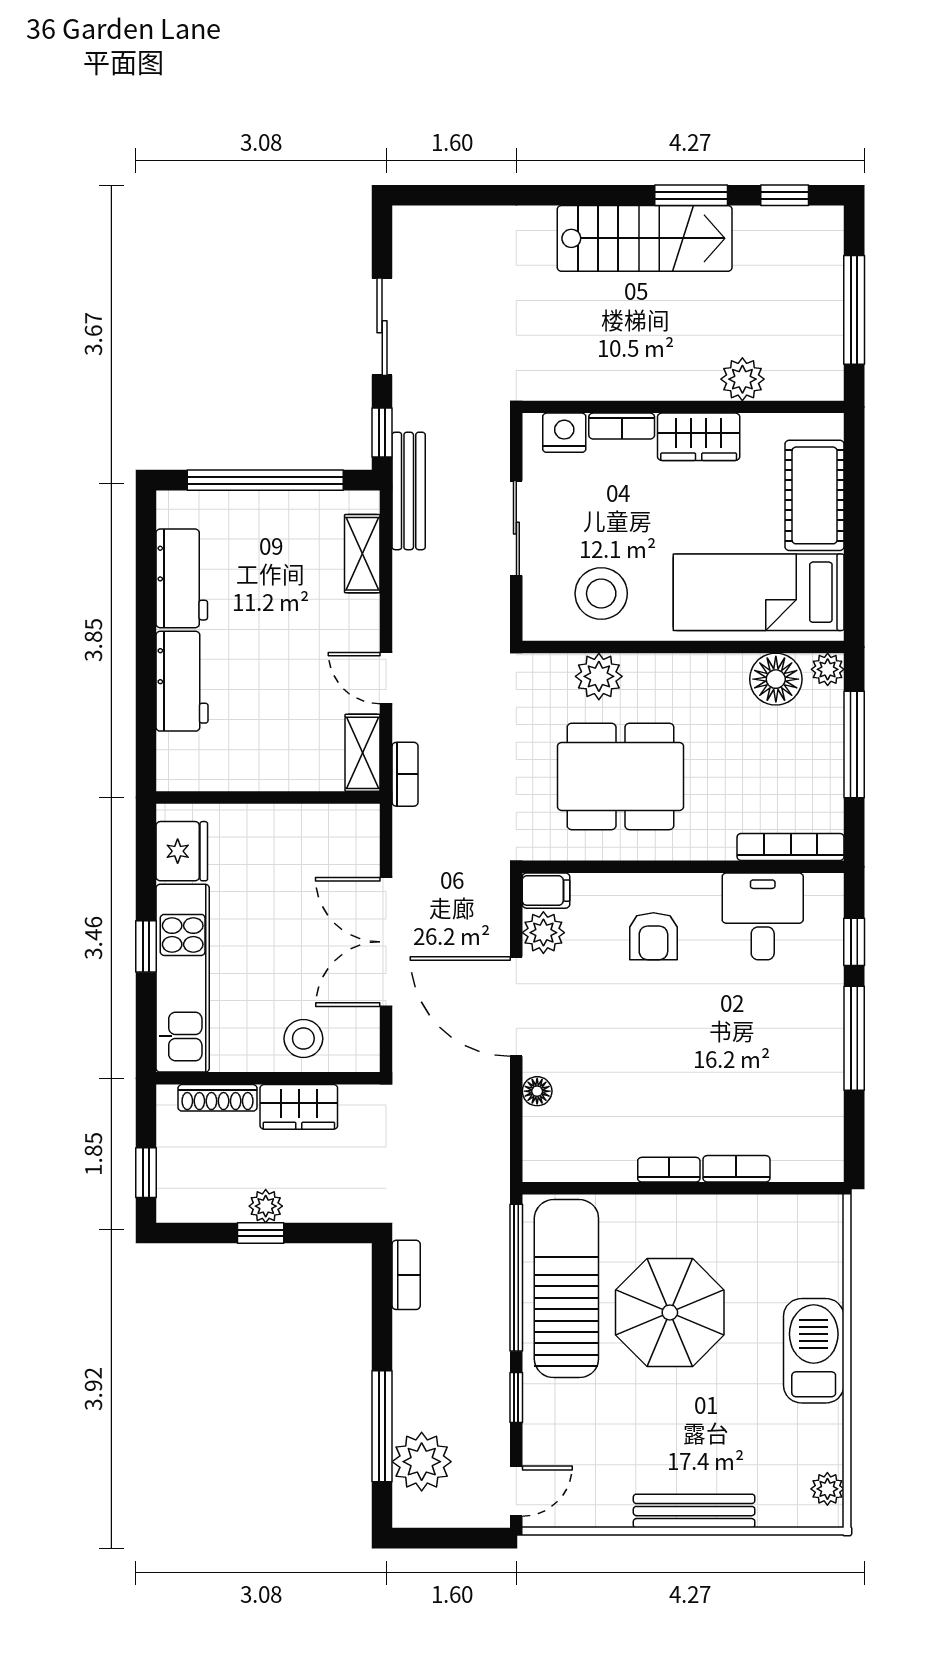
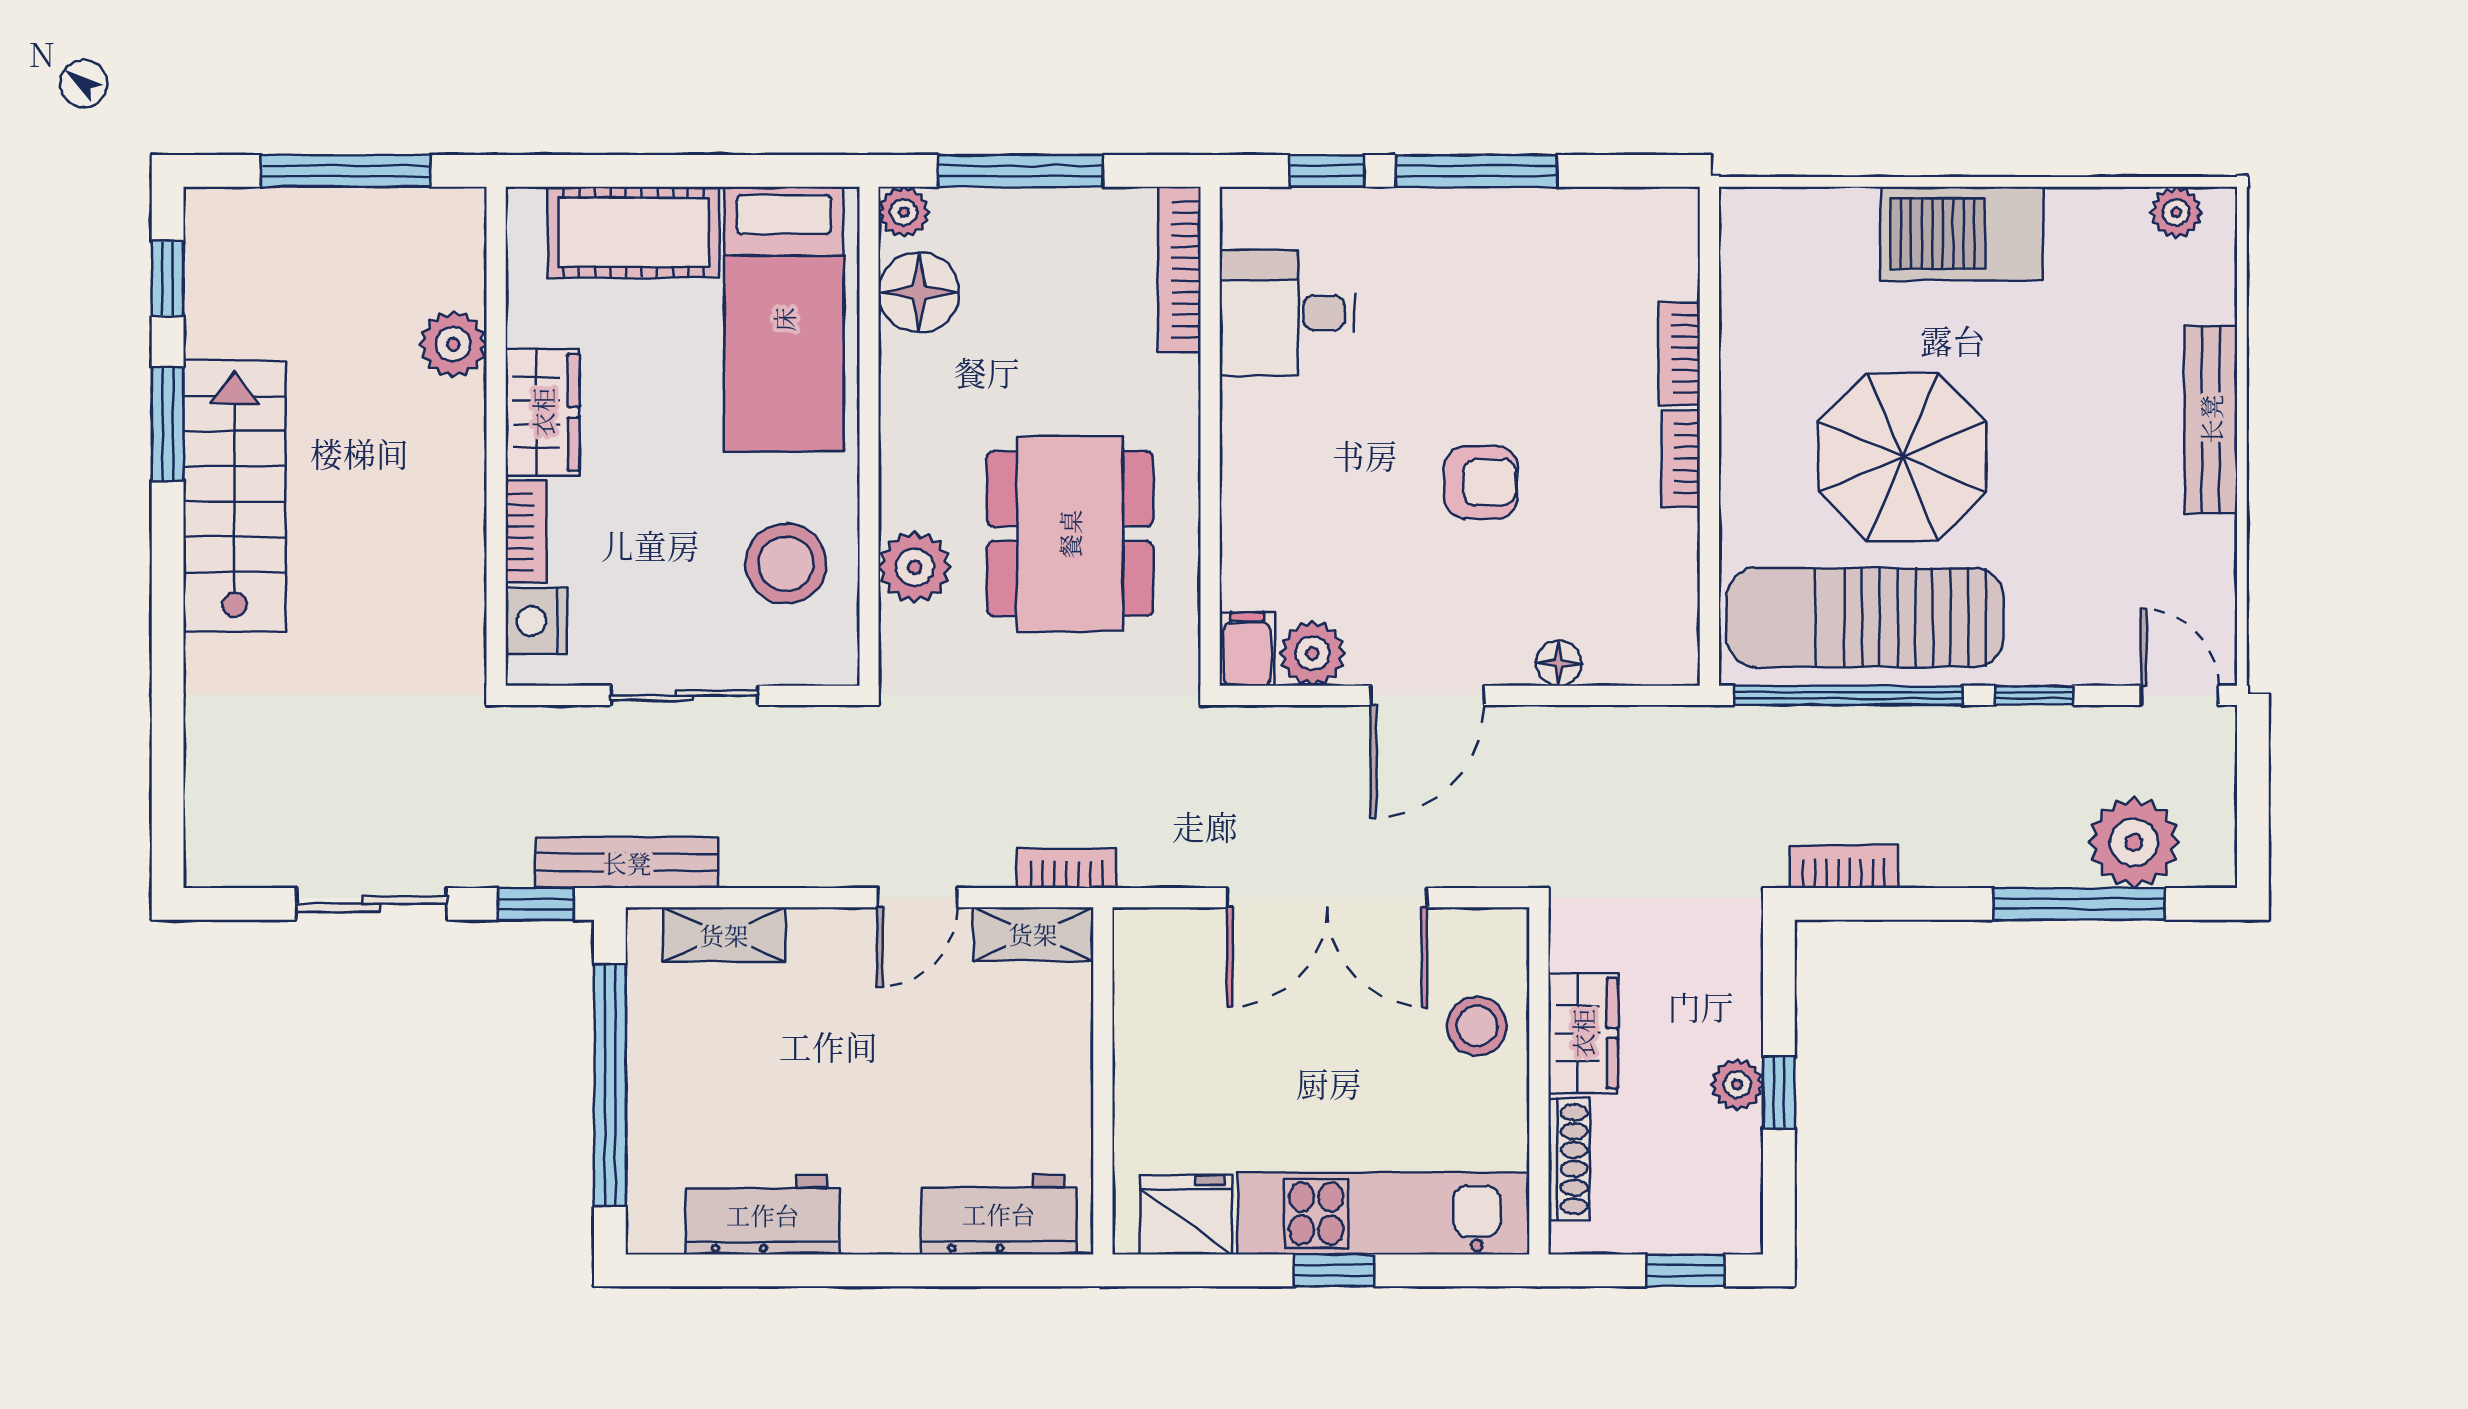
workbench: (182, 681) -> (999, 1214), moved
armchair: (653, 936) -> (1481, 482), moved
door: (516, 1007) -> (1427, 695), width x0.73

